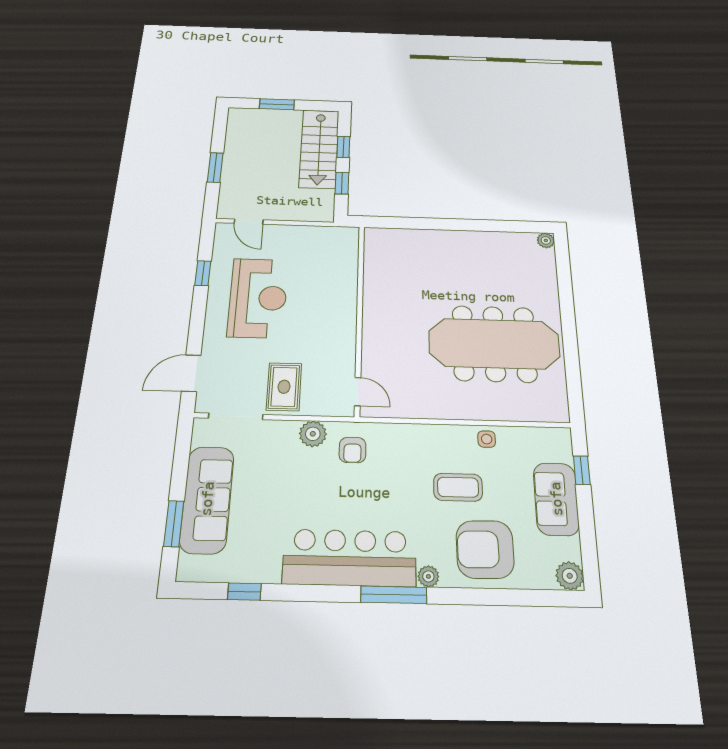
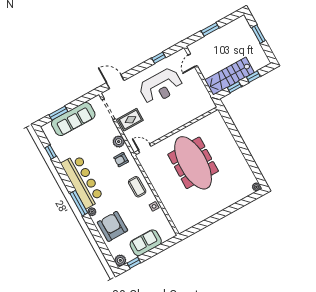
stairs: (319, 149) -> (229, 76), moved
meeting table: (494, 344) -> (193, 163), moved
door: (358, 392) -> (145, 148), swing flipped
window: (582, 470) -> (134, 263), moved
coffee table: (458, 487) -> (137, 187), moved

